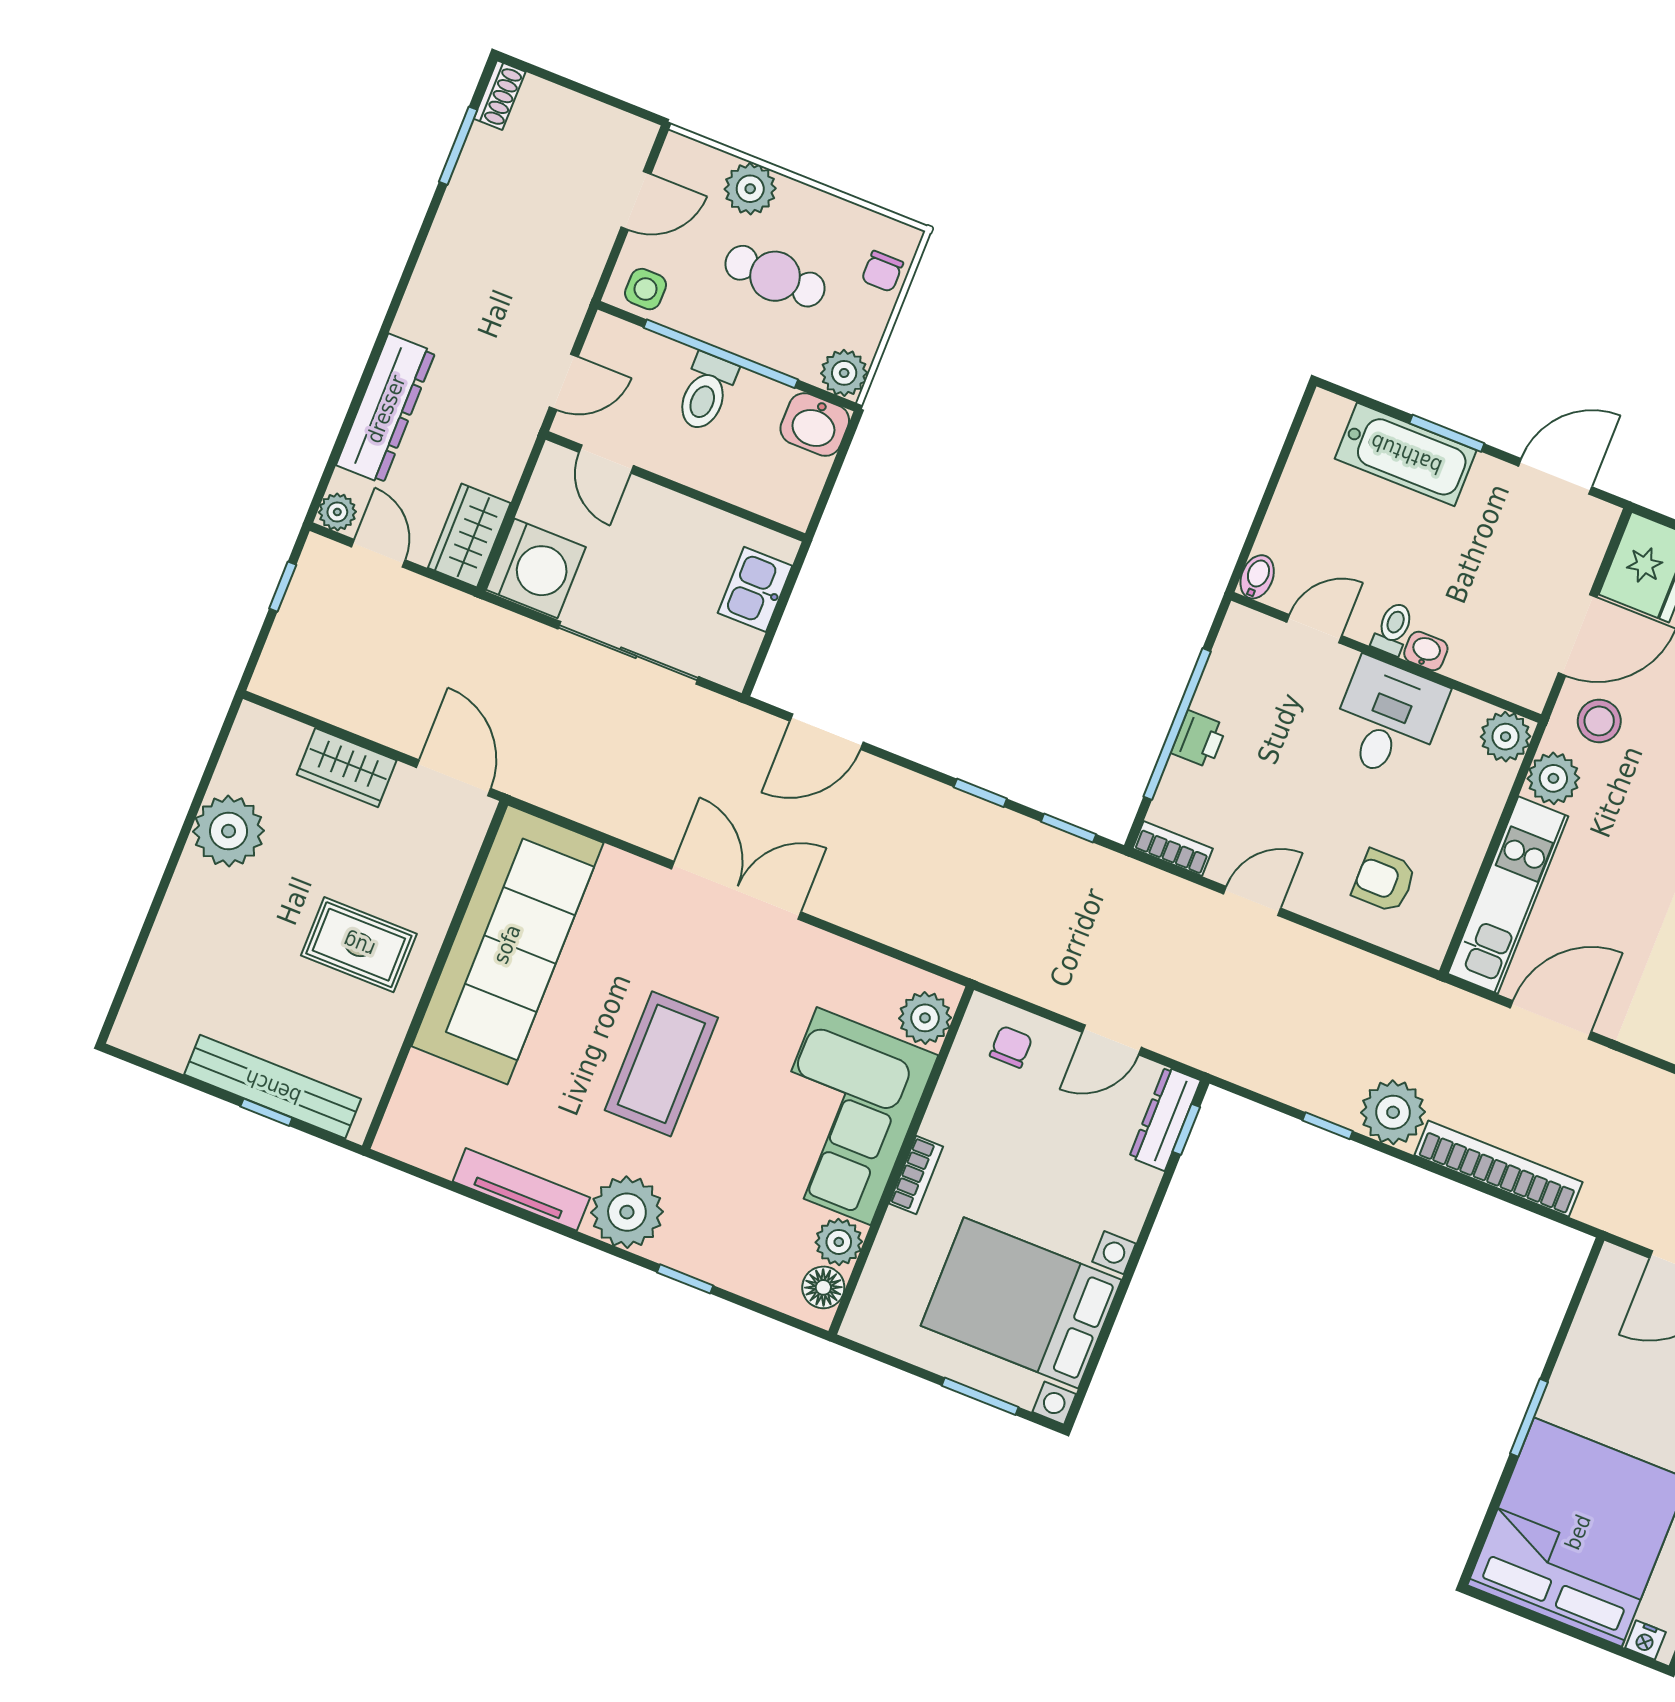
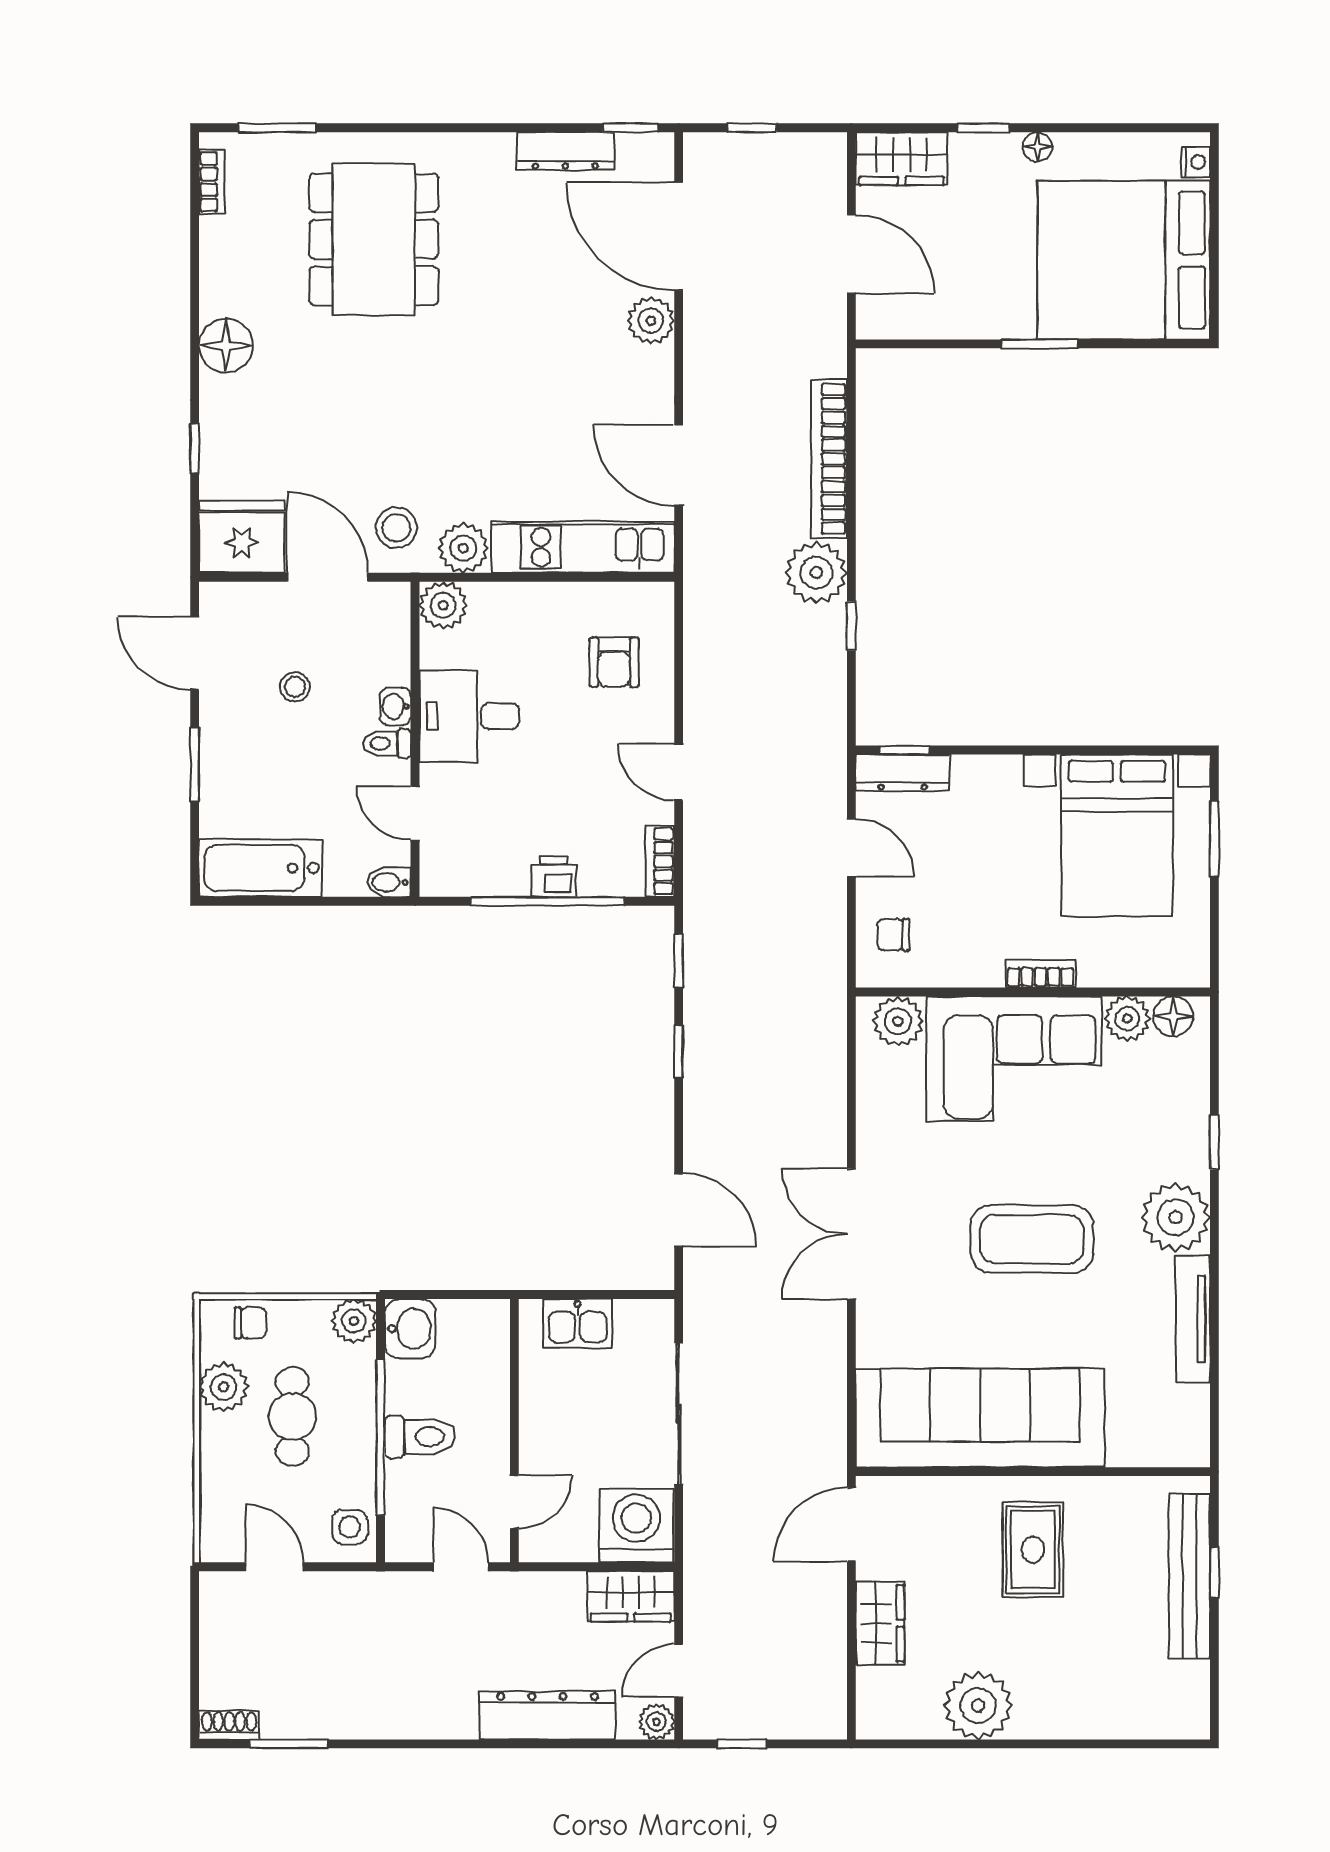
plant: (750, 189) -> (224, 1387), moved
bathtub: (1406, 454) -> (260, 868), moved, turned -90
stool: (1484, 561) -> (295, 687), added

